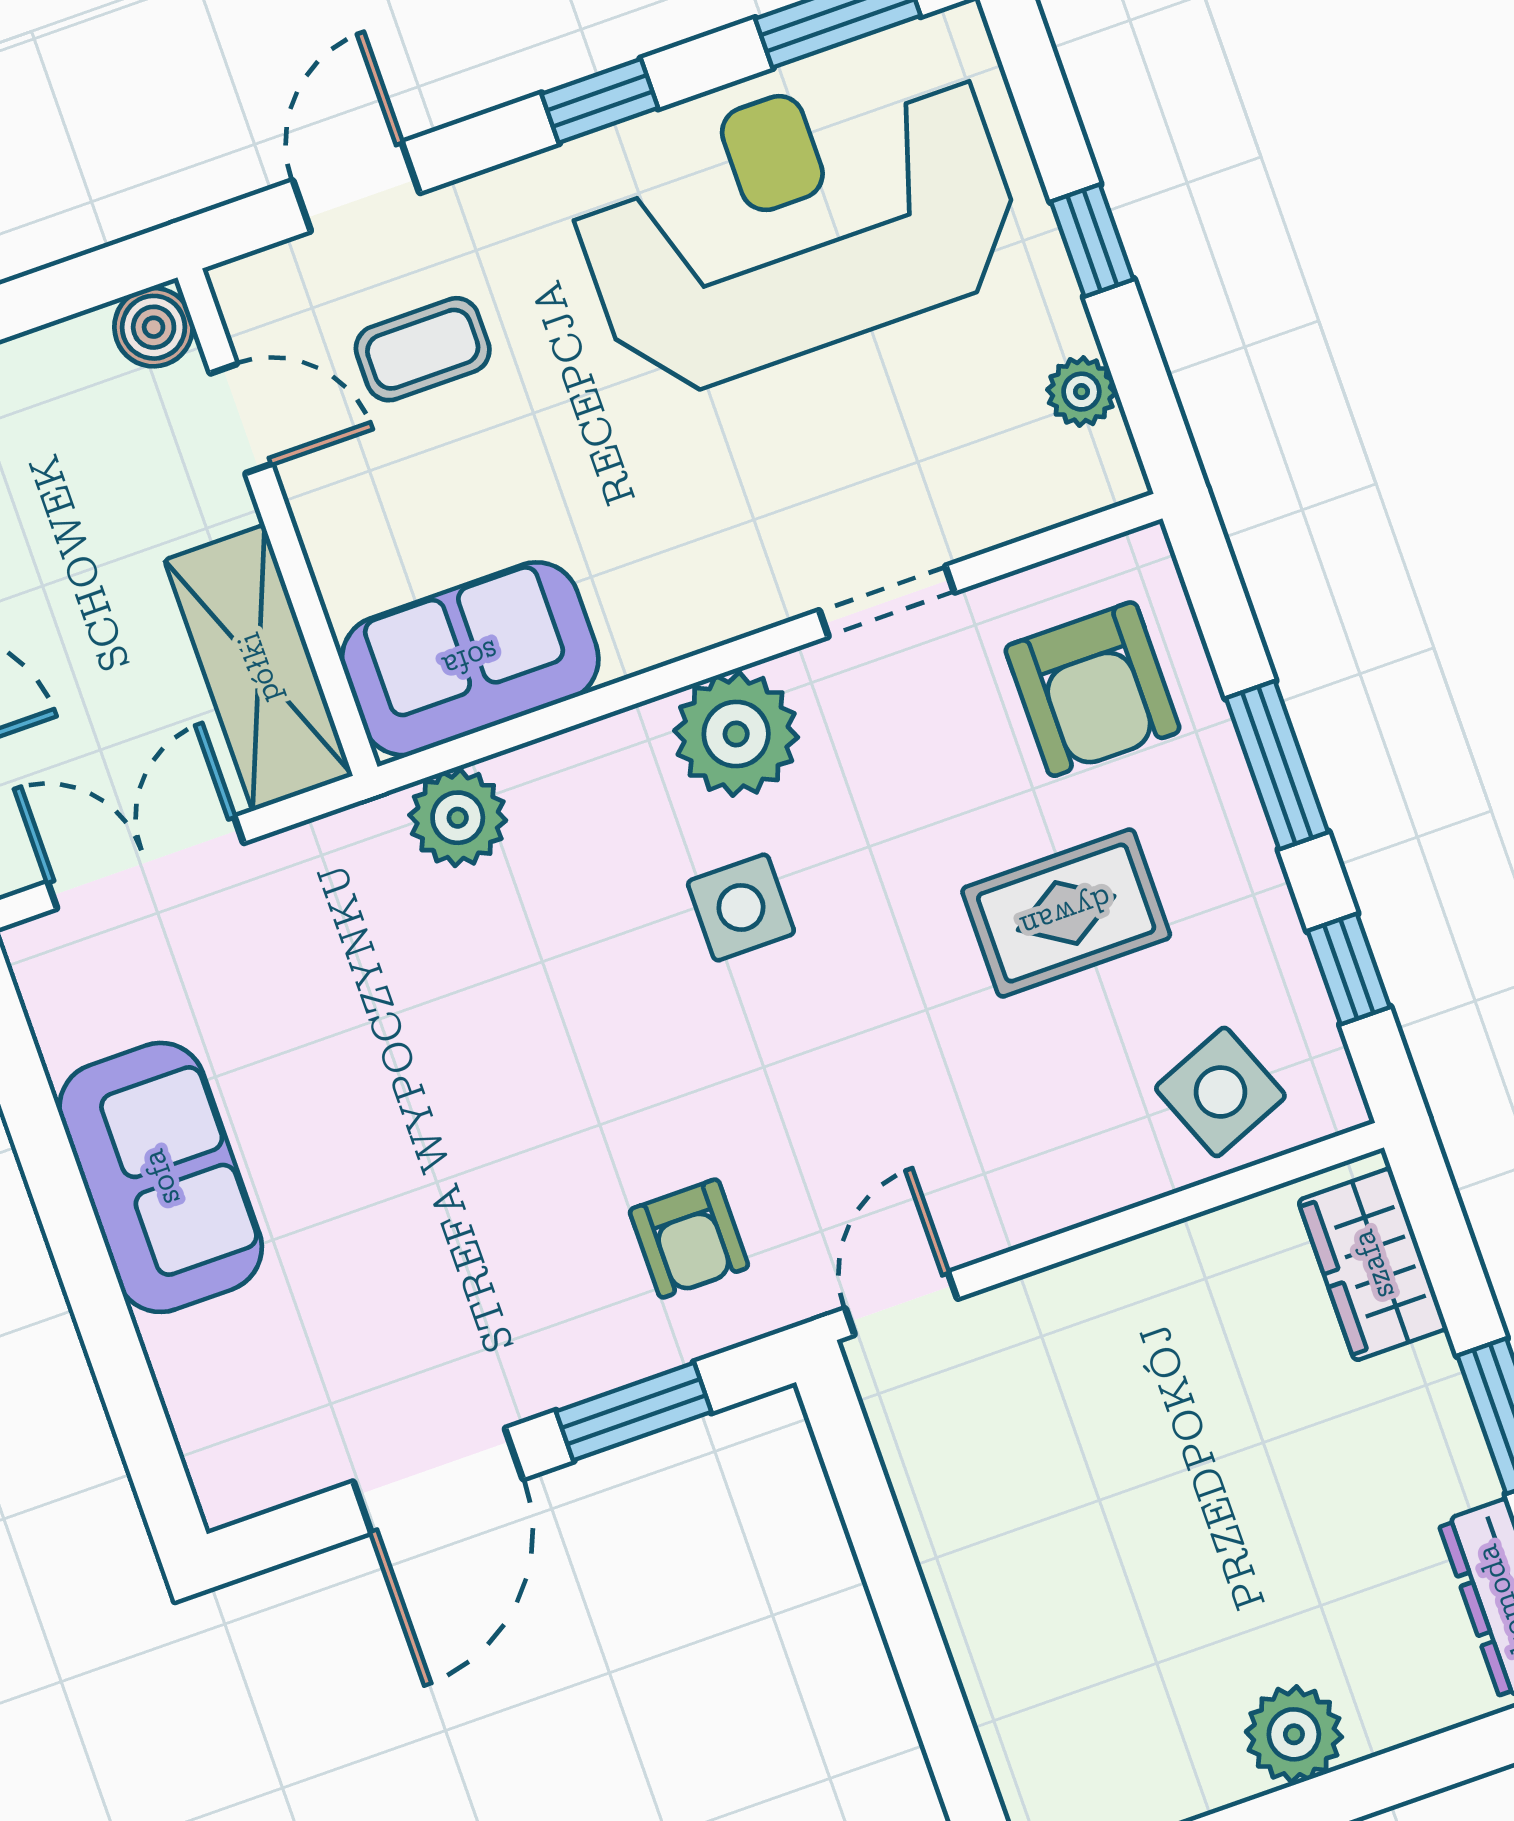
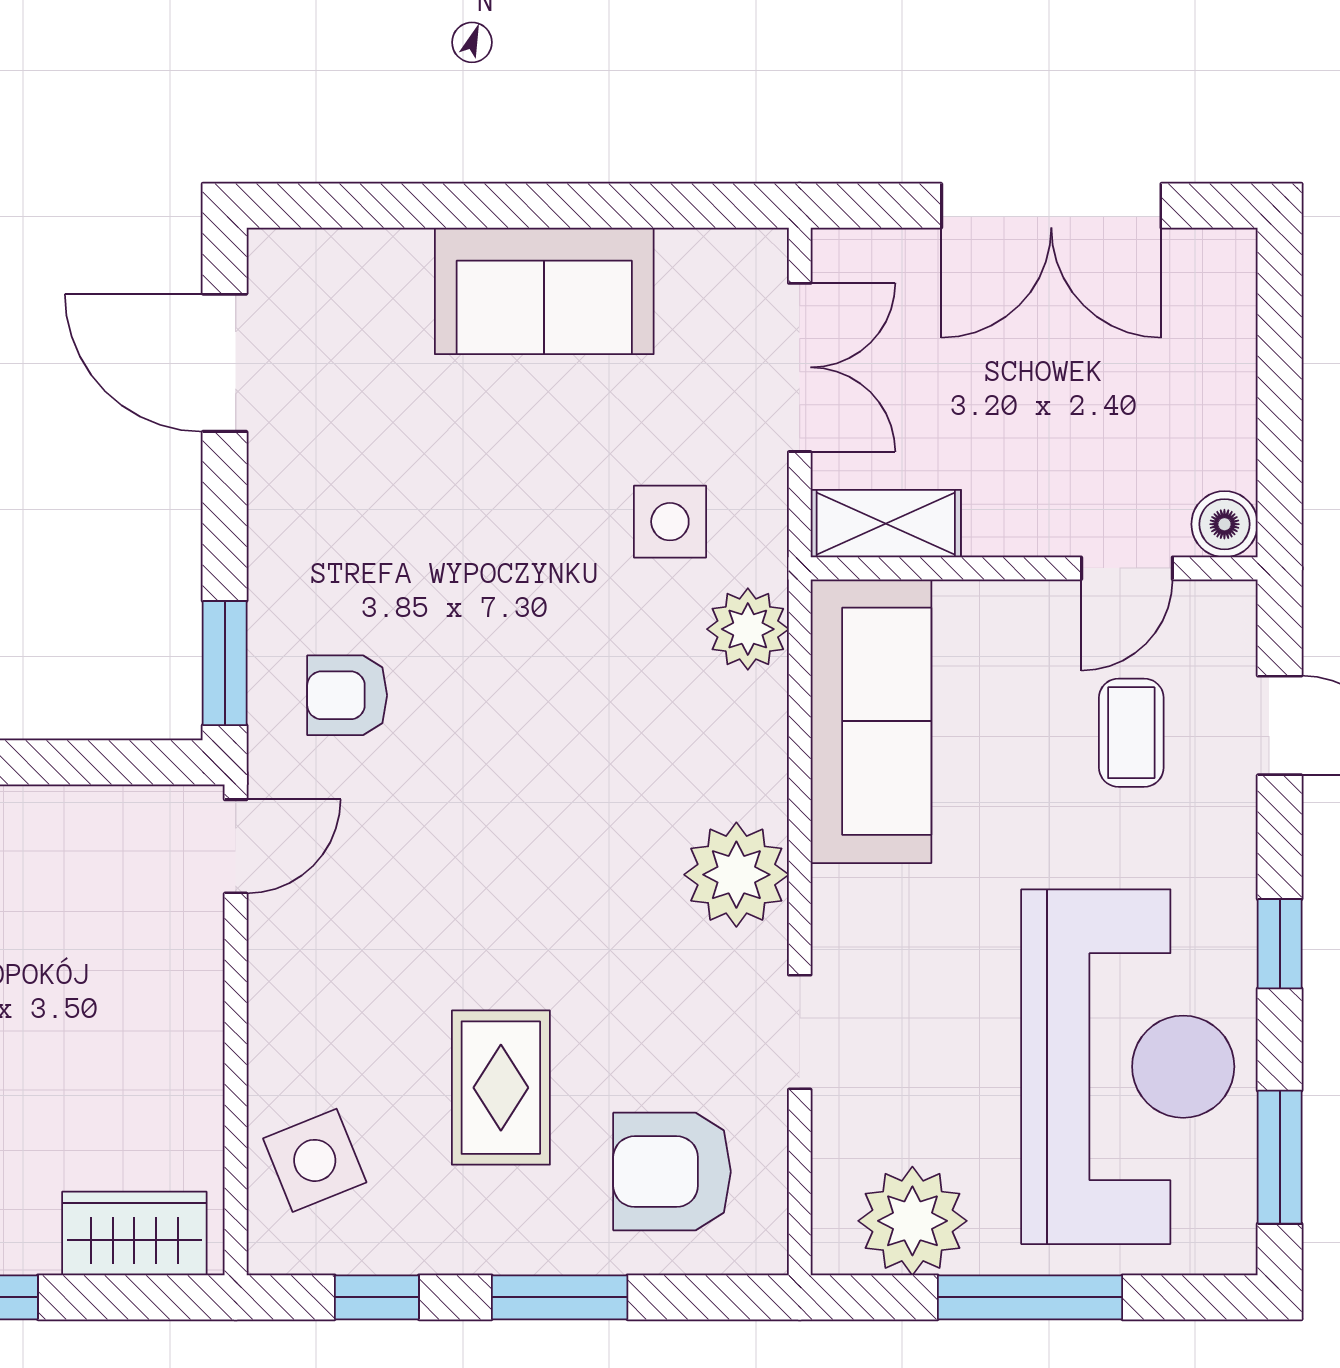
window: (1092, 240) -> (1030, 1297), width x2.17
plant: (1081, 392) -> (912, 1221), width x1.87, depth x1.87
sofa: (470, 659) -> (871, 721), width x1.36
shelving: (259, 668) -> (886, 524), width x0.67, depth x0.75
side table: (741, 907) -> (670, 522), moved
door: (901, 1304) -> (236, 846), hinge flipped
window: (634, 1412) -> (225, 663), moved
door: (438, 1480) -> (225, 363), moved

